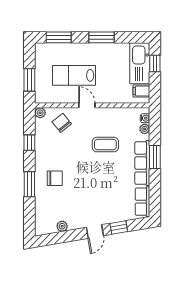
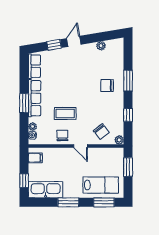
kitchen sink: (140, 63) -> (46, 190), moved, turned -90
lab bench: (74, 75) -> (101, 185), moved
chair: (109, 118) -> (62, 135), added

